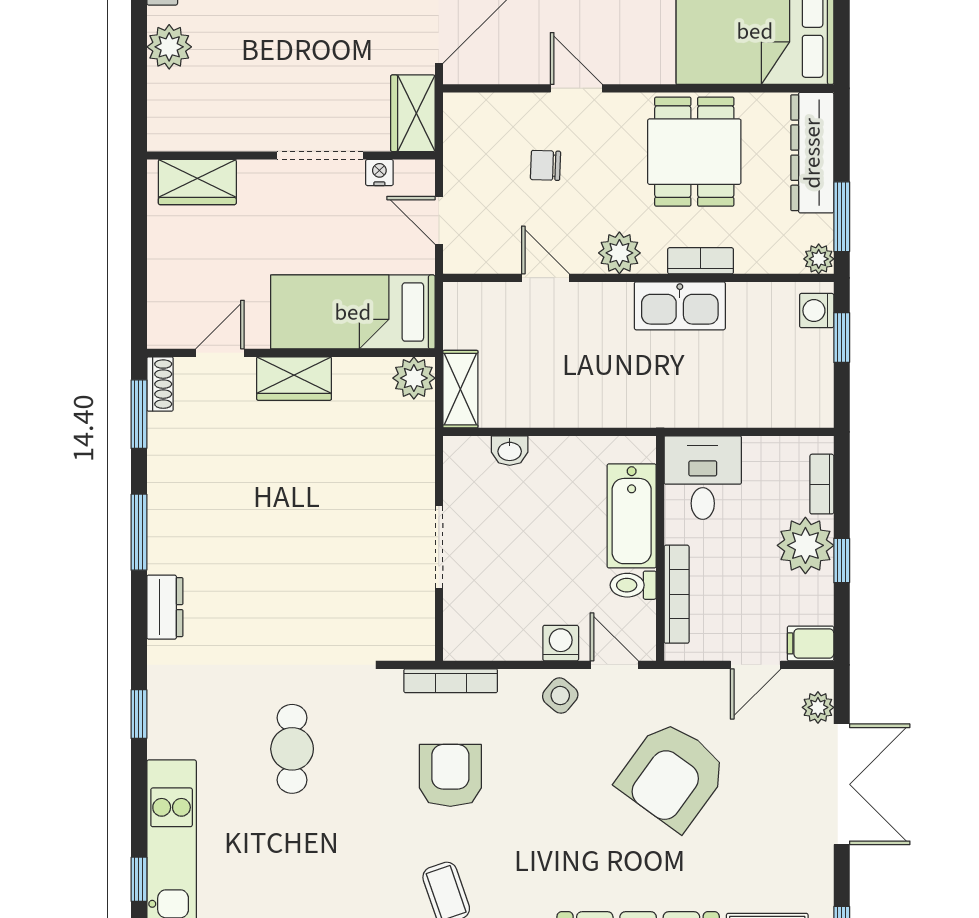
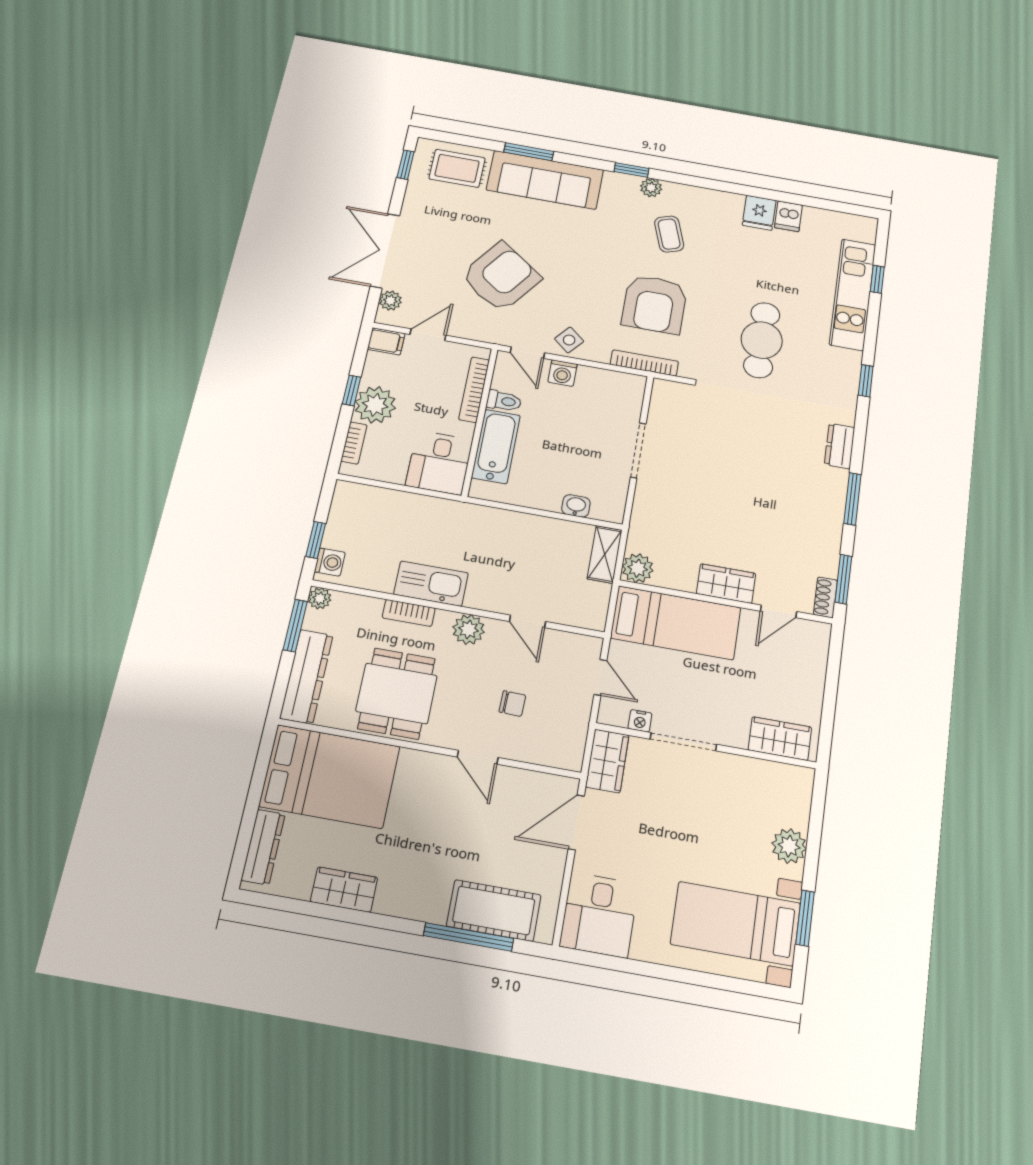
cafe table: (292, 749) -> (762, 340), width x1.37, depth x1.35
armchair: (450, 775) -> (654, 304), width x1.36, depth x1.36

